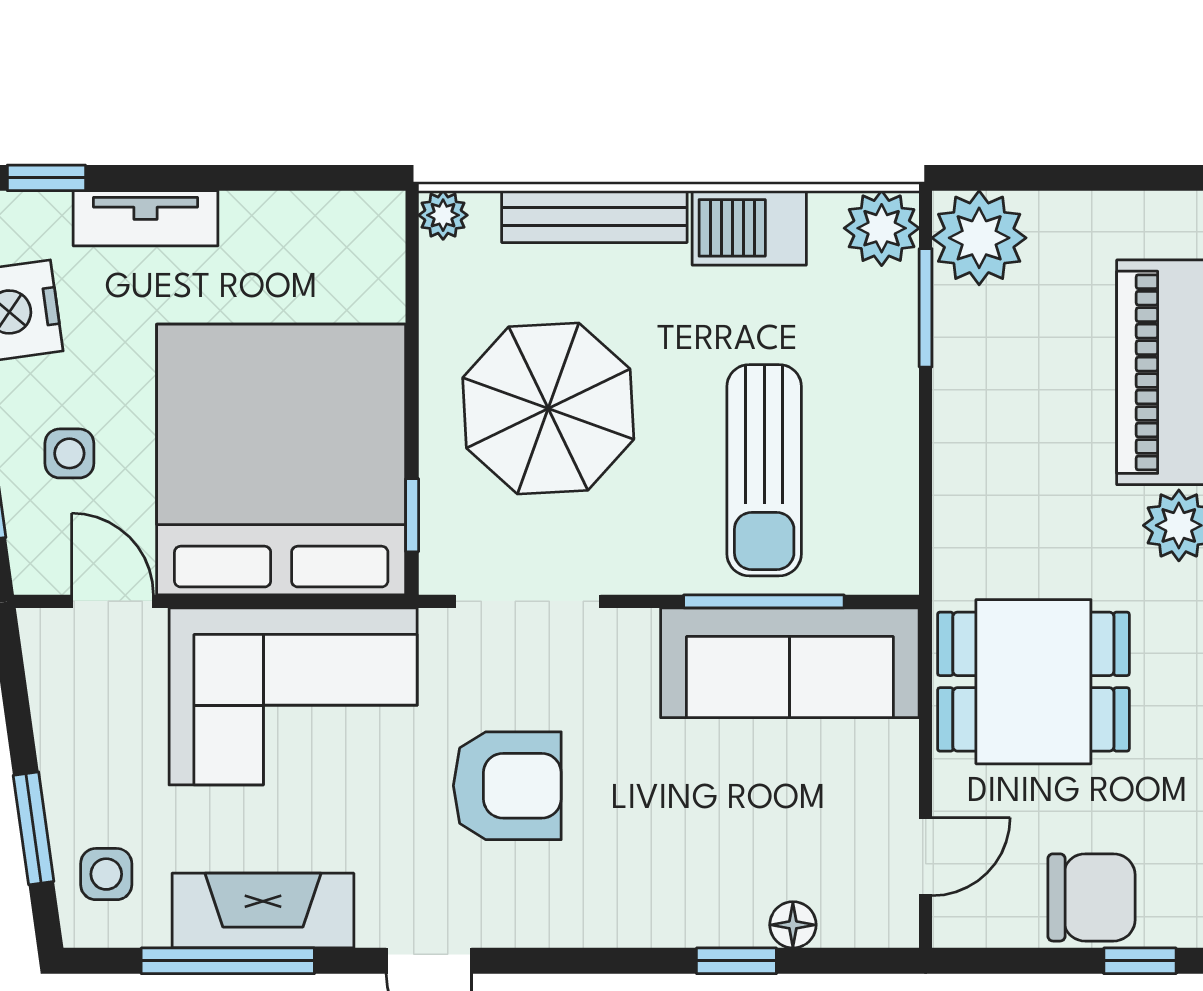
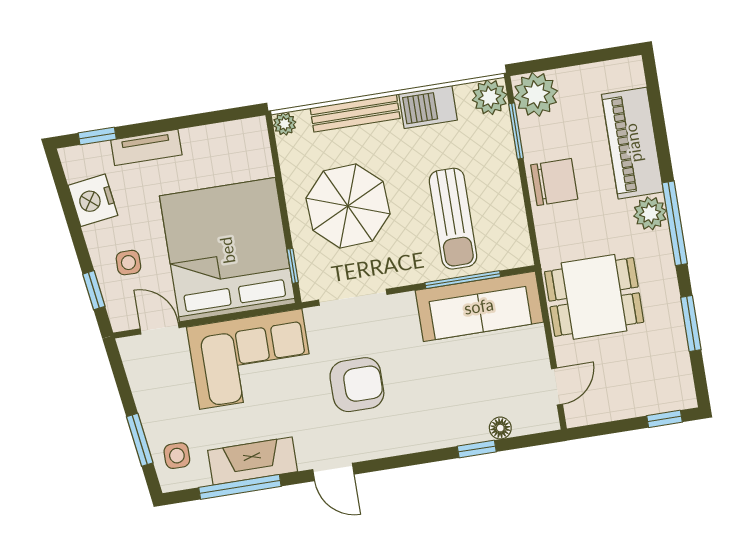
chair: (1091, 897) -> (554, 182), moved

